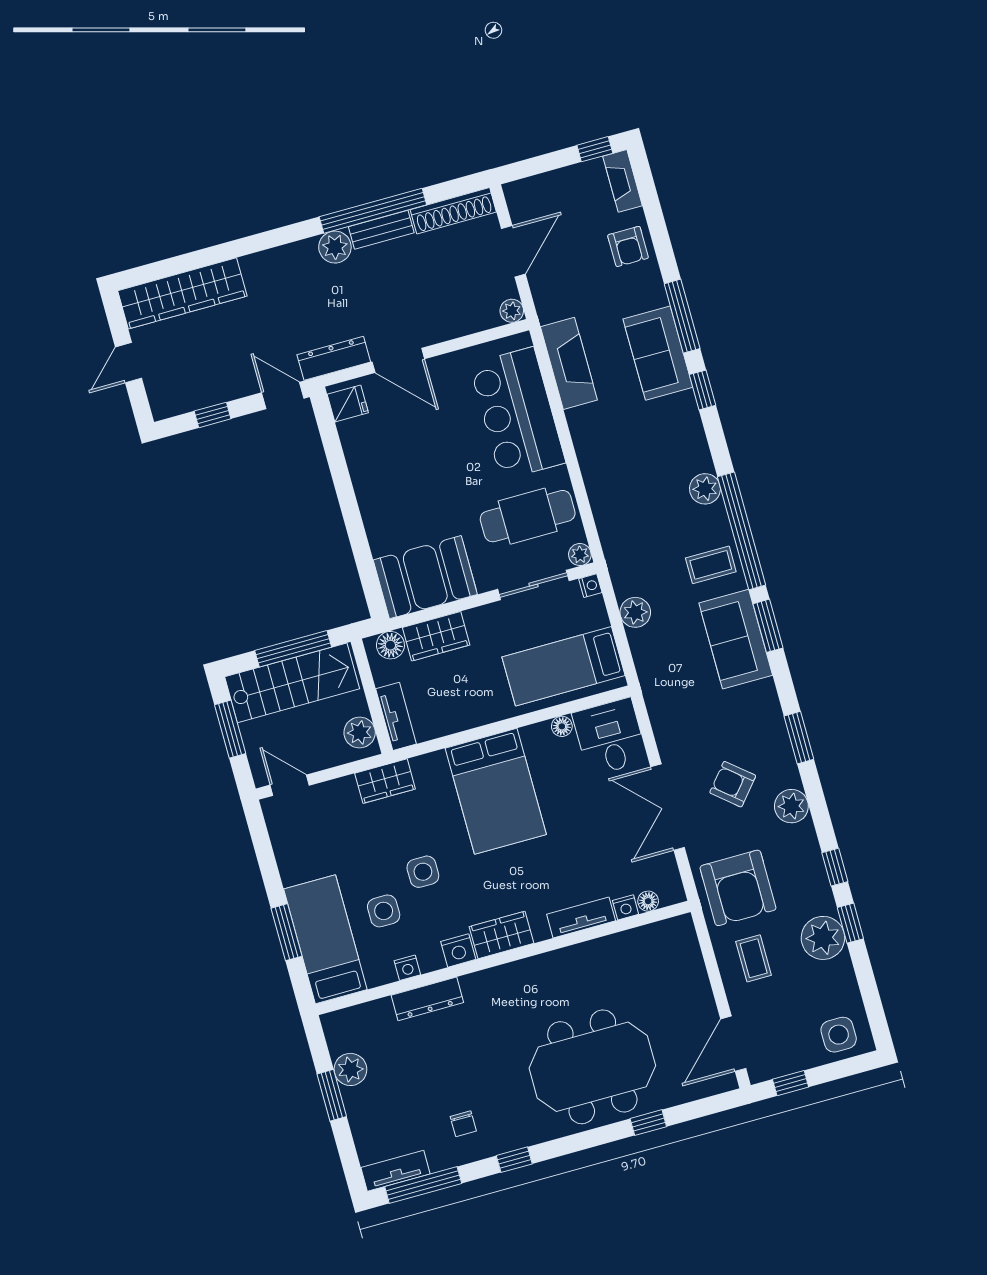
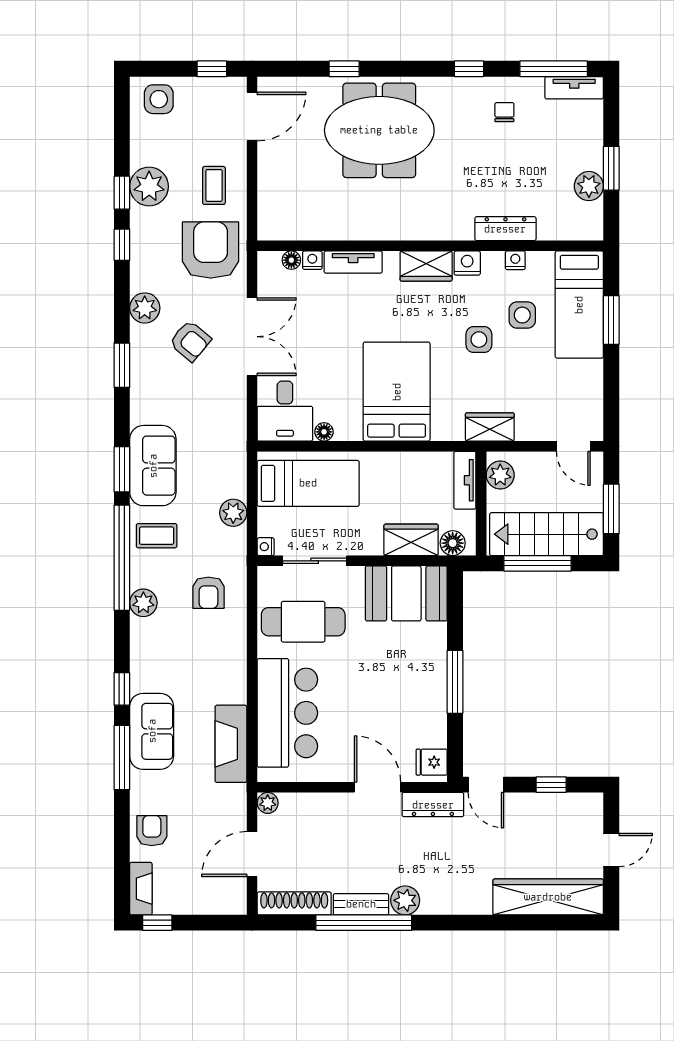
window: (346, 497) -> (455, 682), added
armchair: (638, 519) -> (208, 593), added
plant: (580, 555) -> (267, 576), removed

